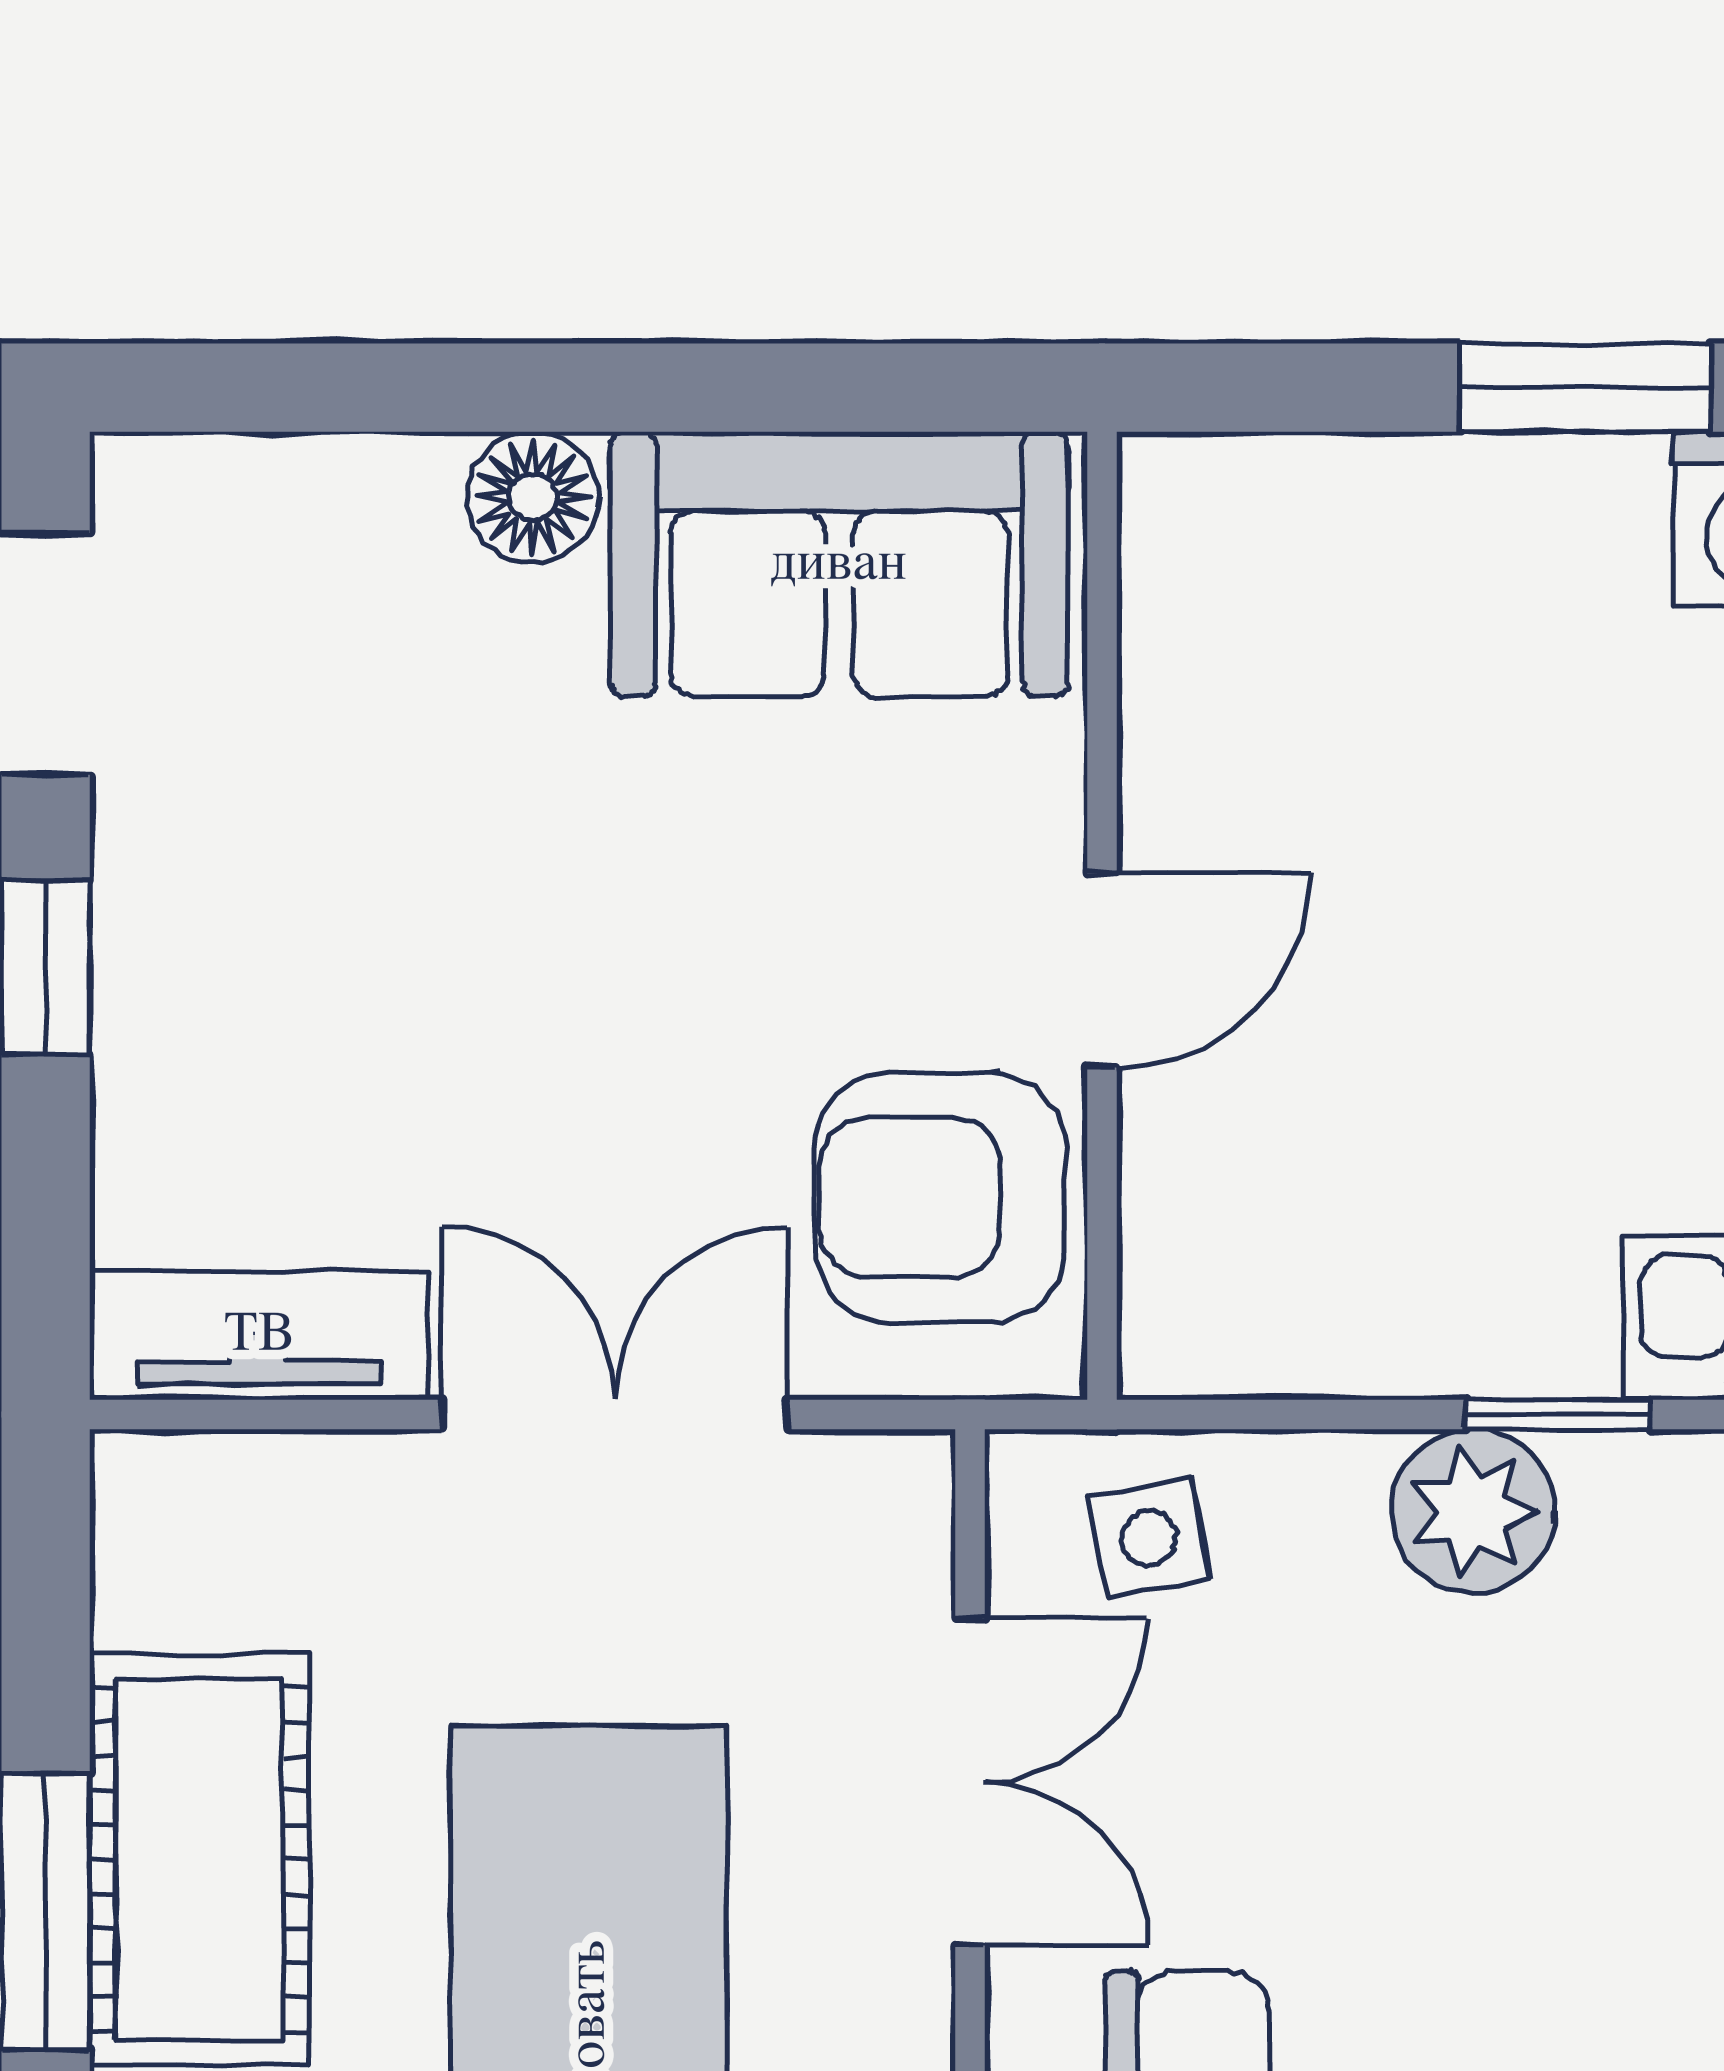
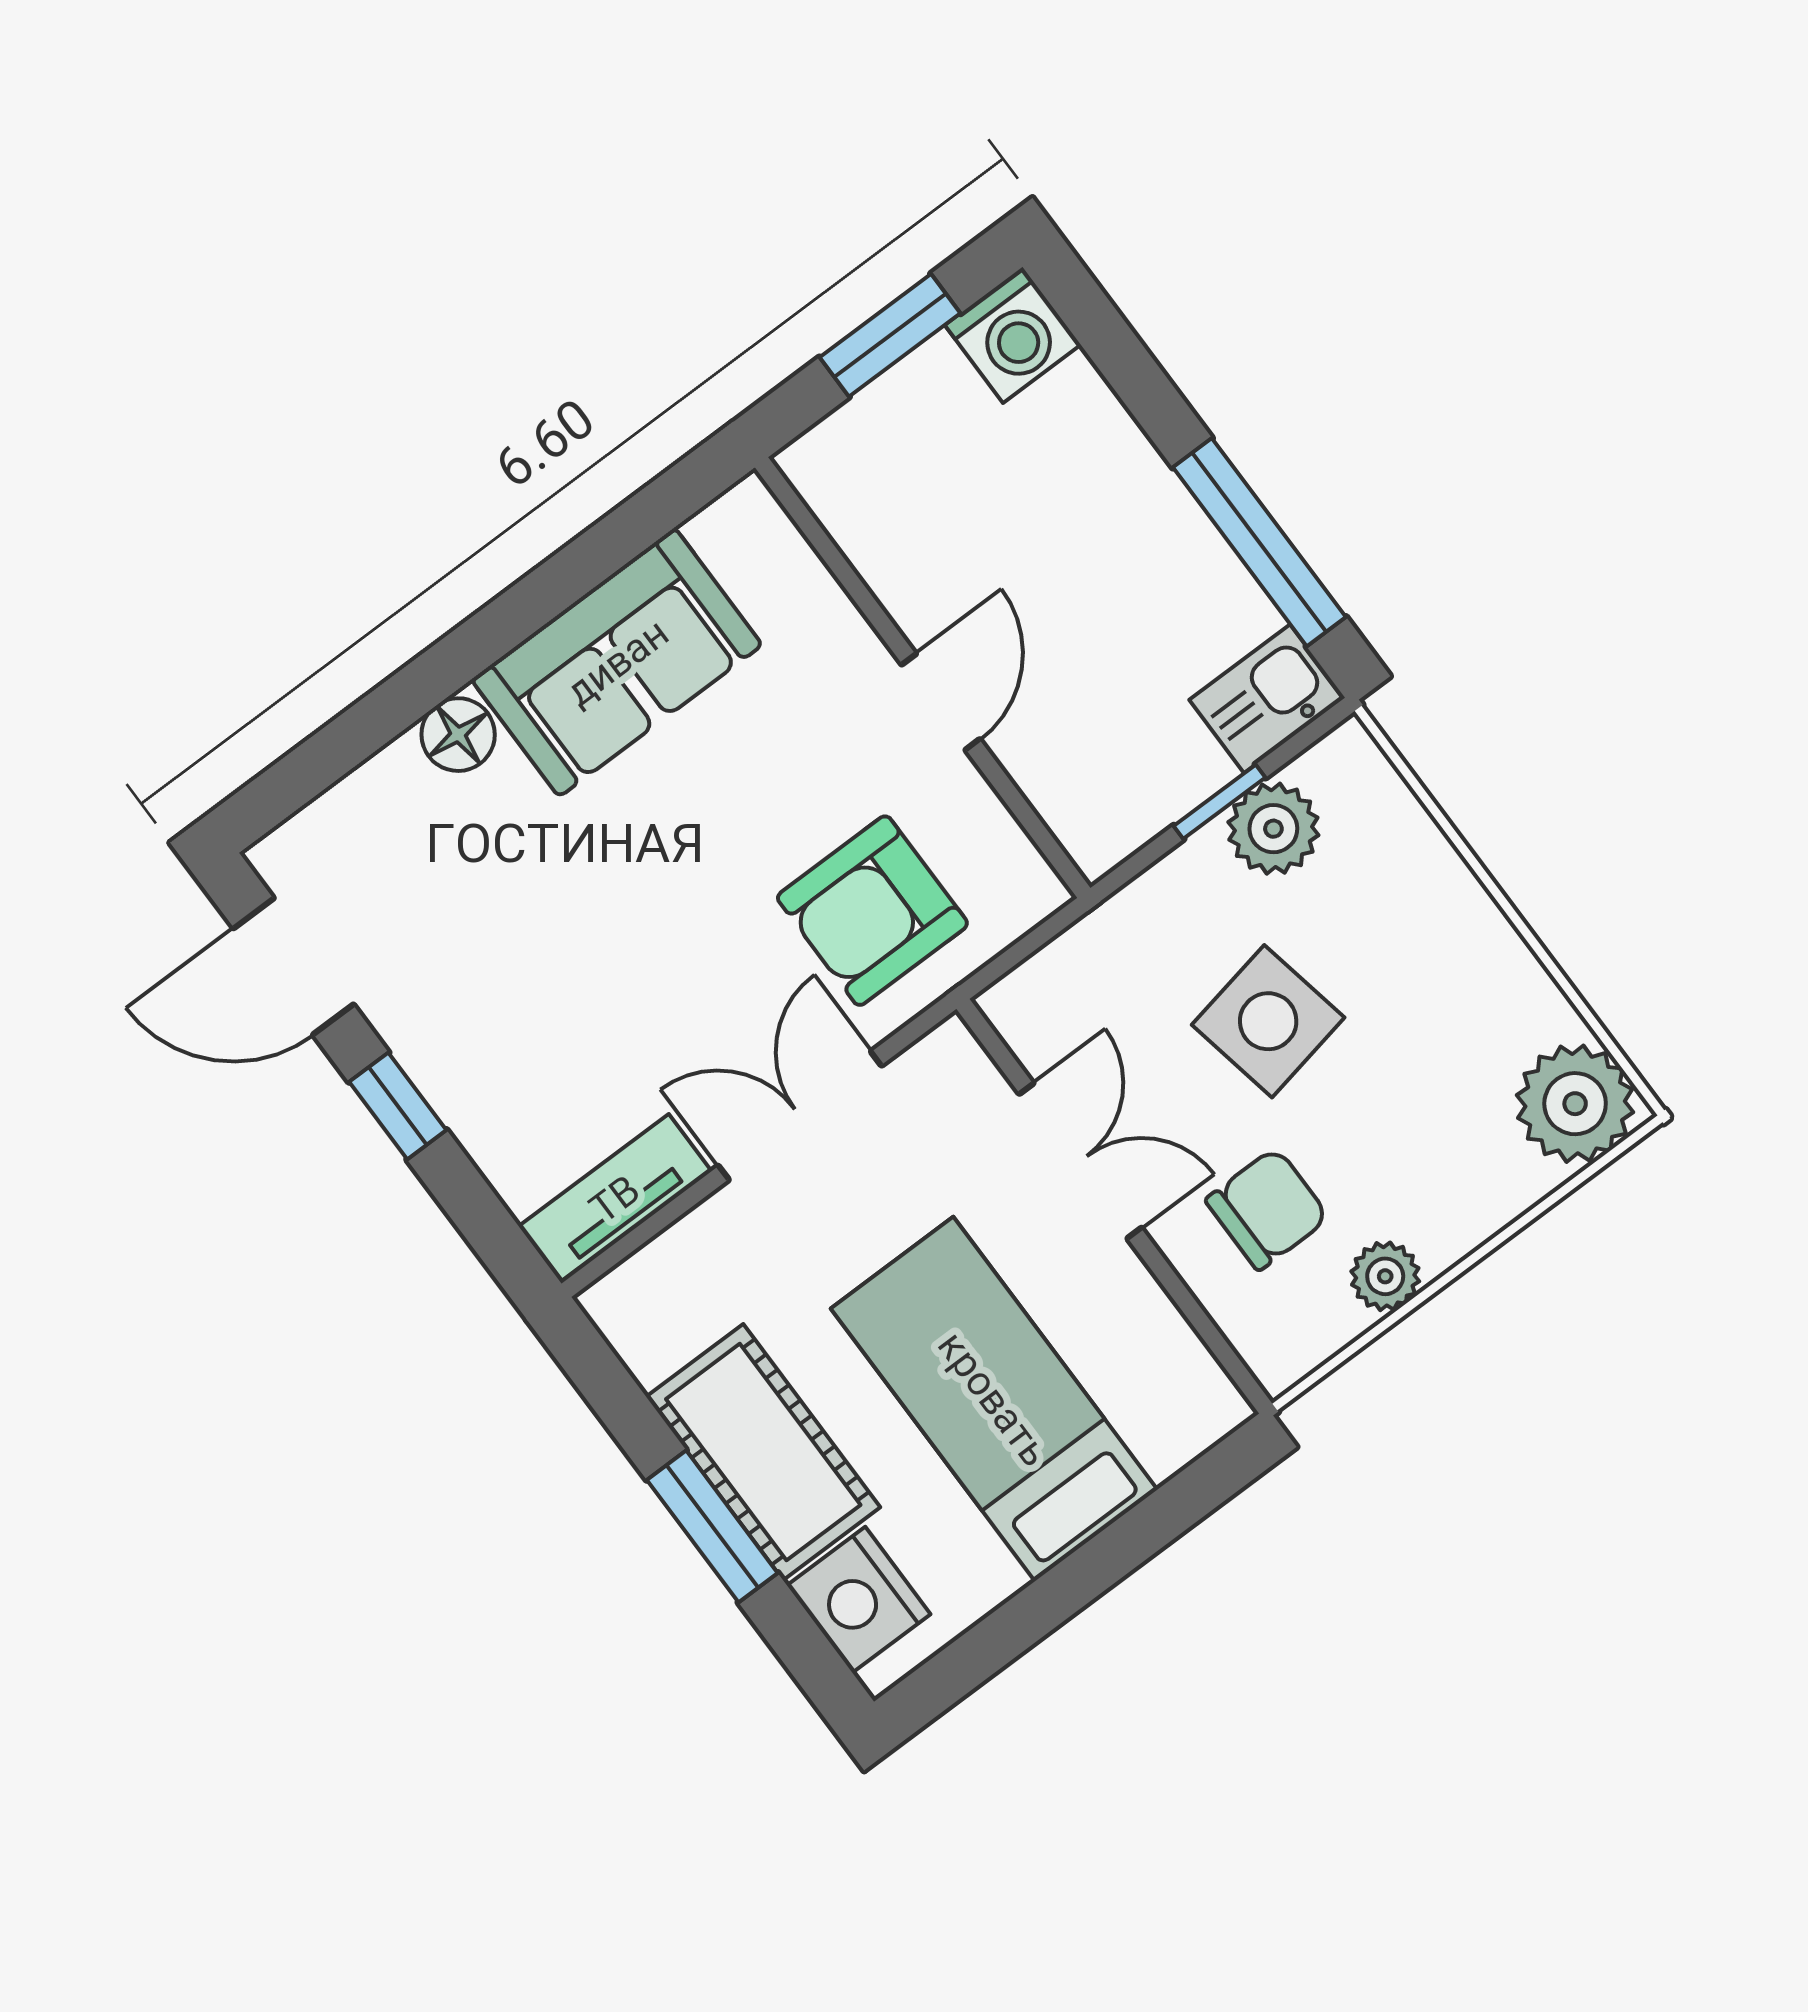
wall: (1102, 916) -> (923, 678), moved
door: (1102, 970) -> (941, 702), moved
plant: (1473, 1511) -> (1273, 829), moved
side table: (1149, 1538) -> (1268, 1021), moved, width x1.87, depth x1.87

